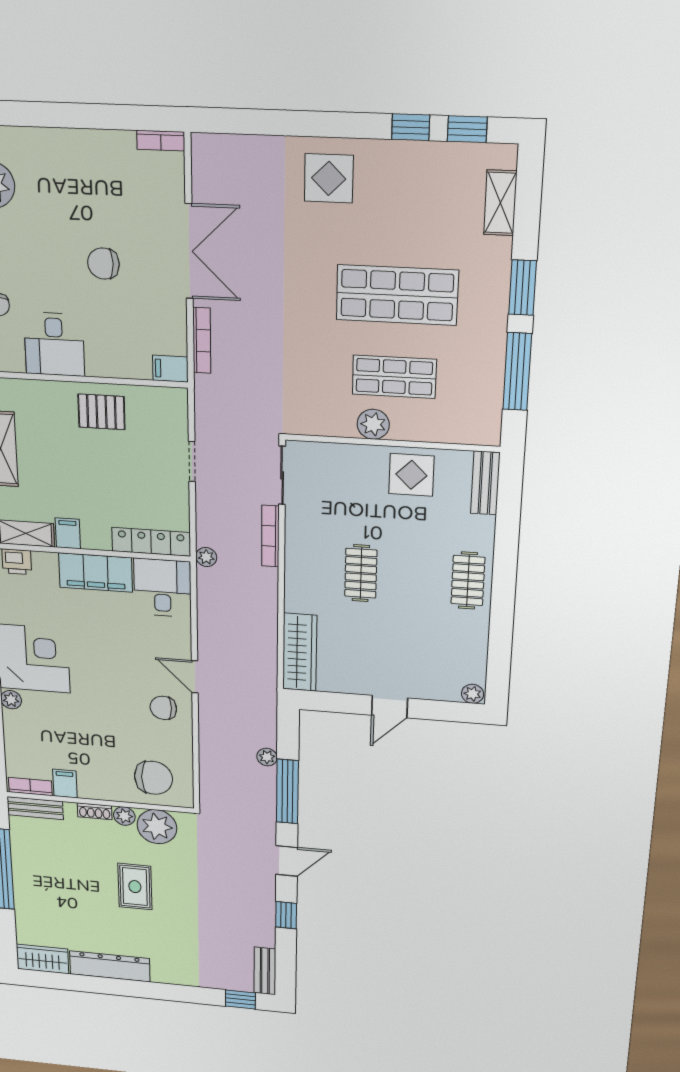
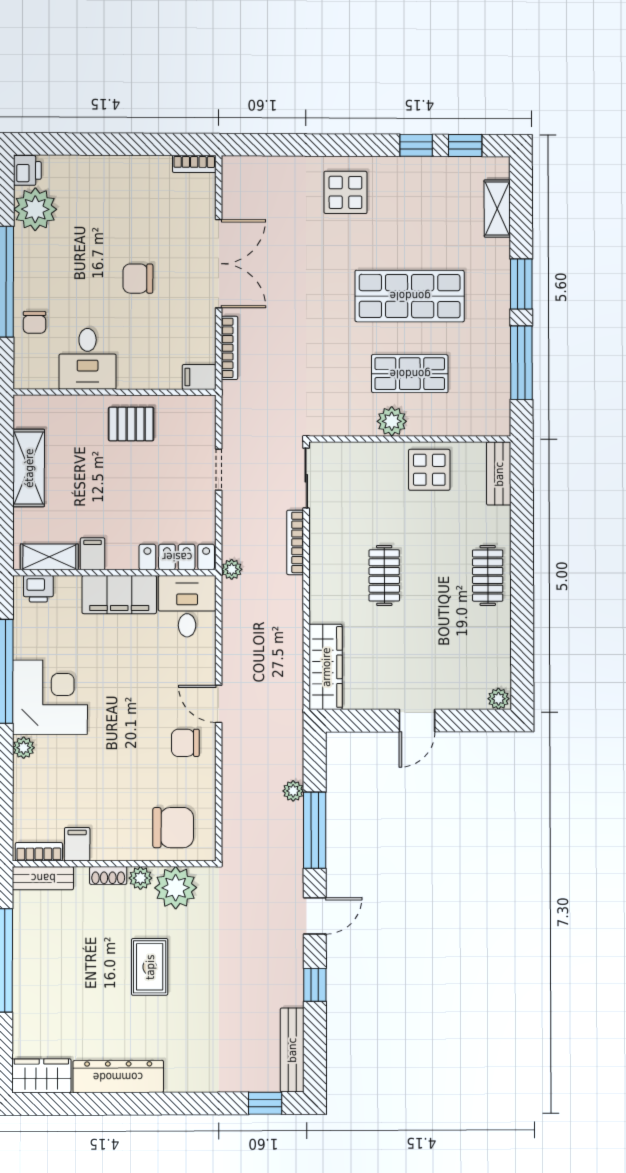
bench: (265, 971) -> (292, 1050), width x1.36

